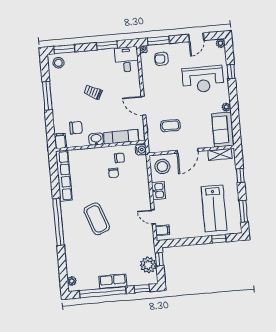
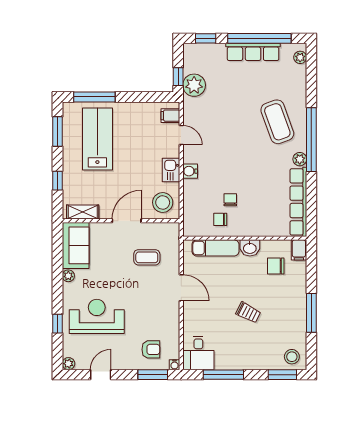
window: (107, 45) -> (223, 375), width x1.44
water cooler: (141, 150) -> (190, 171), moved
plant: (66, 207) -> (300, 159), added
coffee table: (97, 219) -> (277, 122), moved
window: (219, 239) -> (94, 97), width x2.17
plant: (148, 265) -> (194, 85), moved
row of seats: (113, 281) -> (253, 52), width x1.48

